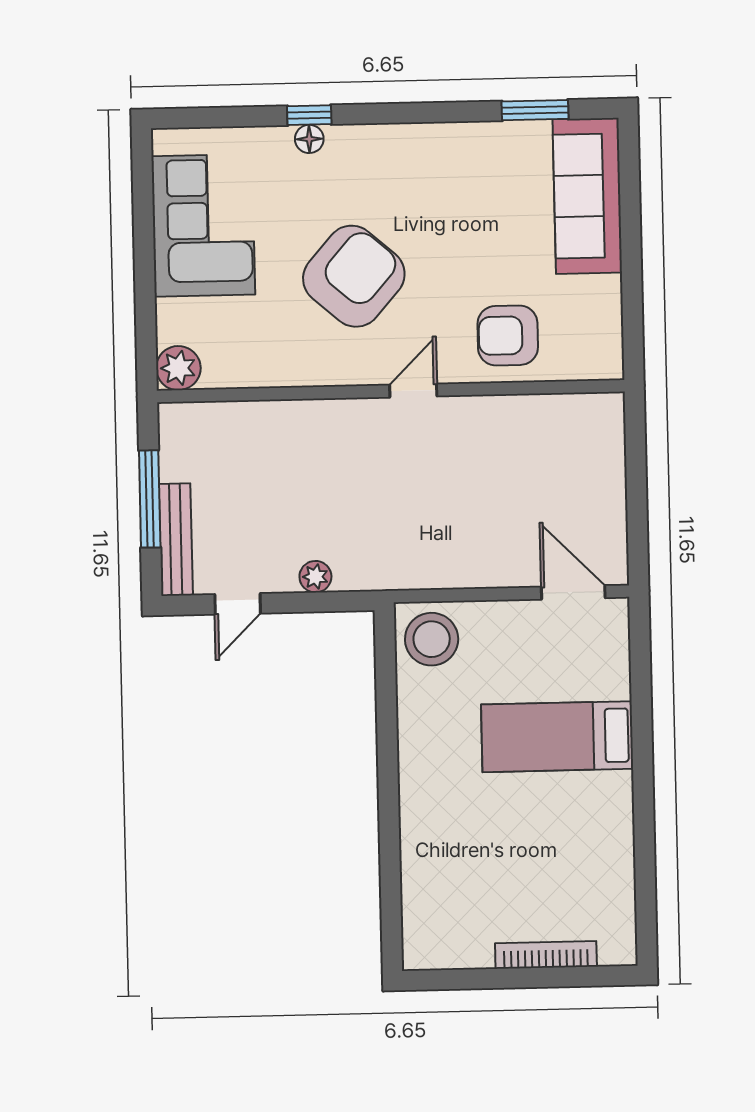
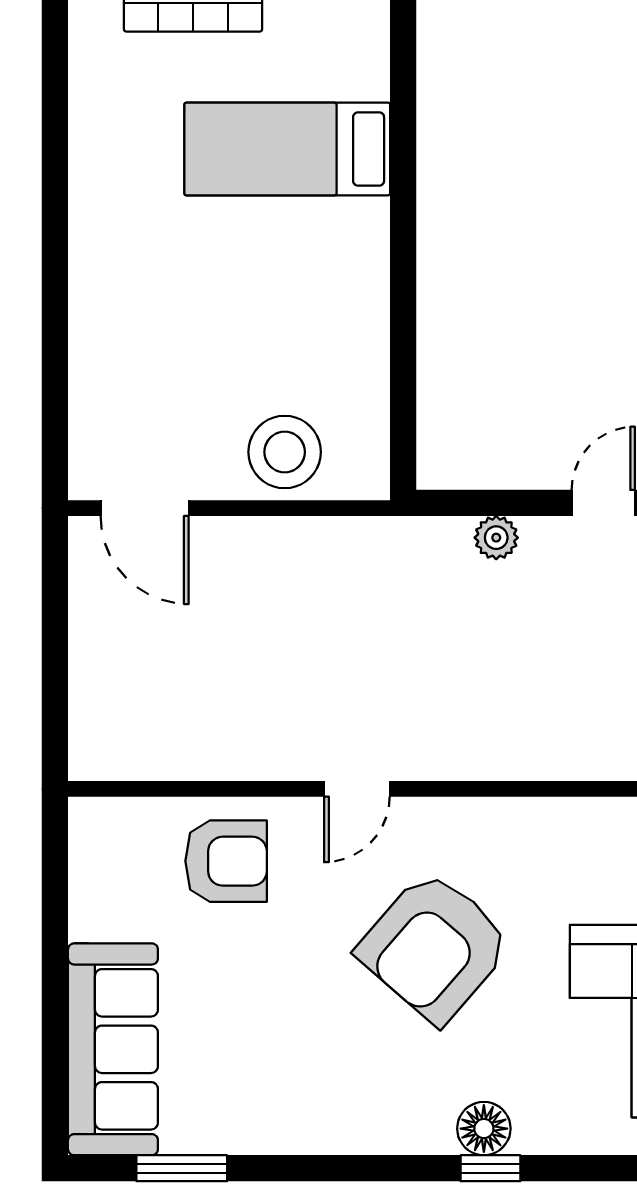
floor lamp: (309, 139) -> (484, 1129), width x1.37, depth x1.37
stool: (432, 639) -> (285, 452), moved
bed: (557, 737) -> (287, 149), moved, turned 180

